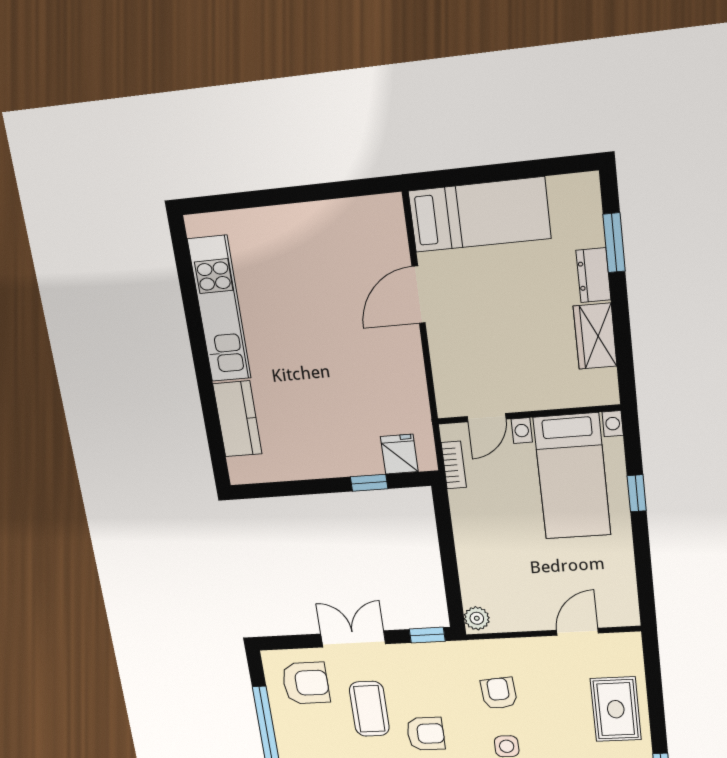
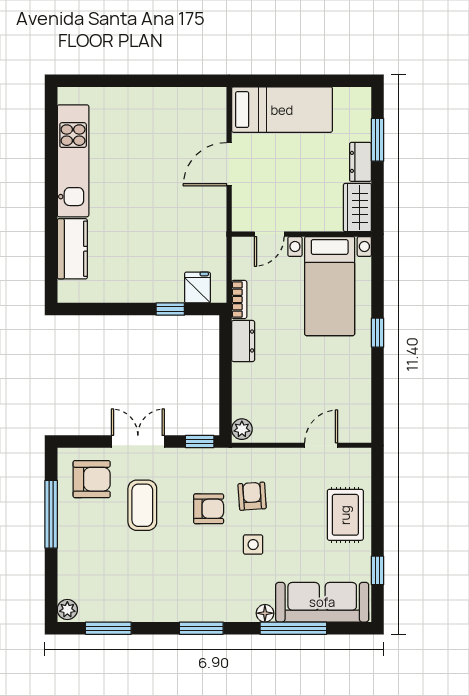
wall: (528, 414) -> (301, 234), moved
door: (487, 418) -> (269, 234), moved
bed with nightstands: (572, 476) -> (330, 286), moved
dresser: (465, 515) -> (243, 341), added
armchair: (426, 734) -> (209, 509), moved

